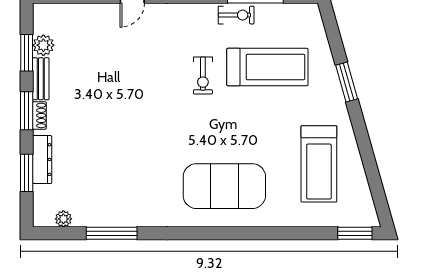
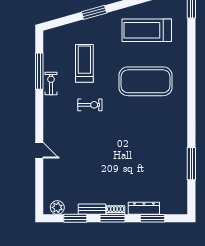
plant: (43, 45) -> (57, 207), moved
treadmill: (267, 67) -> (84, 63), width x0.73, depth x0.73
treadmill: (319, 164) -> (147, 30), turned 180
exercise mat: (224, 186) -> (146, 81), moved, turned 90
plant: (63, 219) -> (182, 195), removed

